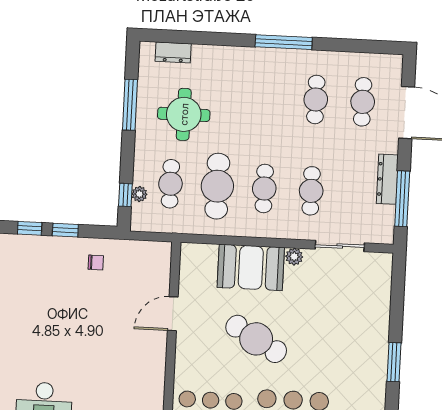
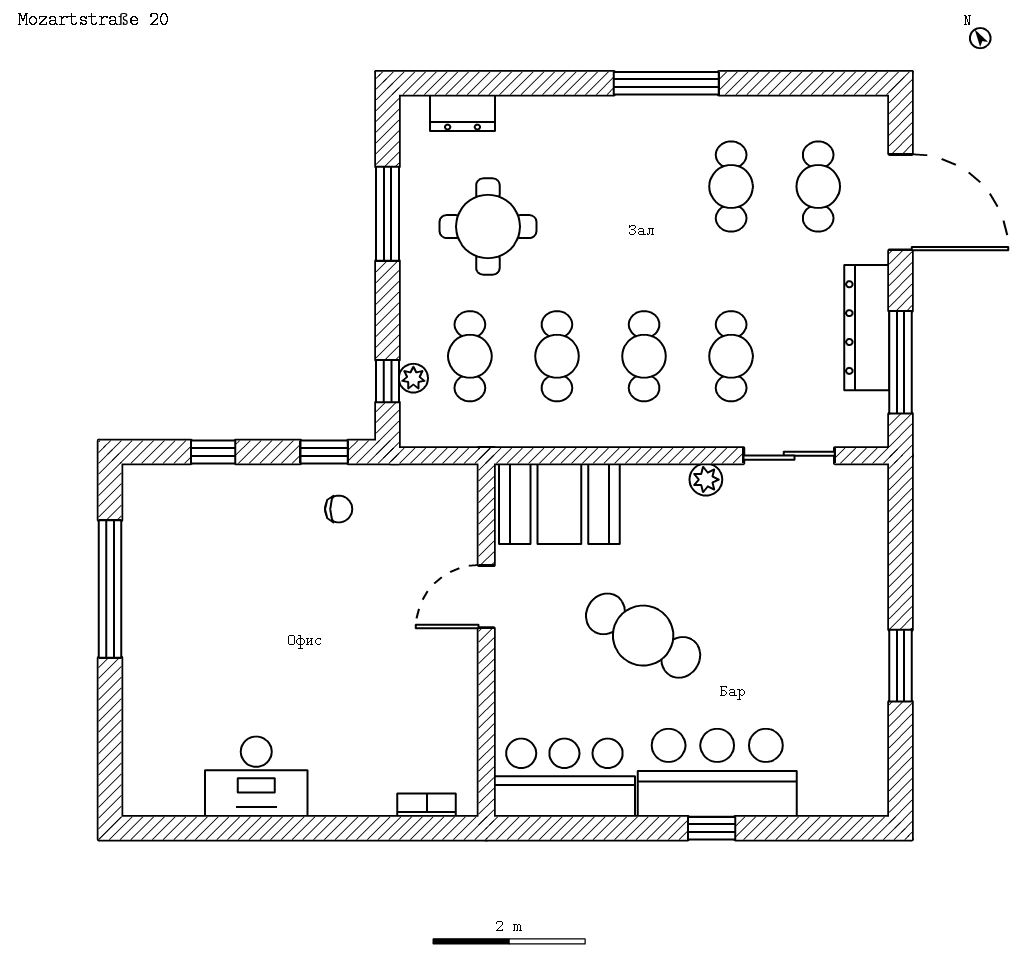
dresser: (387, 179) -> (867, 328), width x1.37, depth x1.24
cafe table: (217, 186) -> (557, 356), width x0.73, depth x0.74
window: (65, 230) -> (324, 452), moved
booth: (251, 267) -> (559, 504), moved

